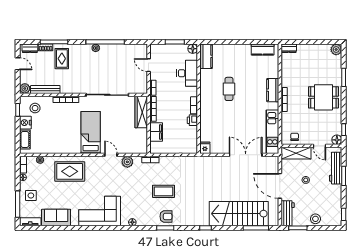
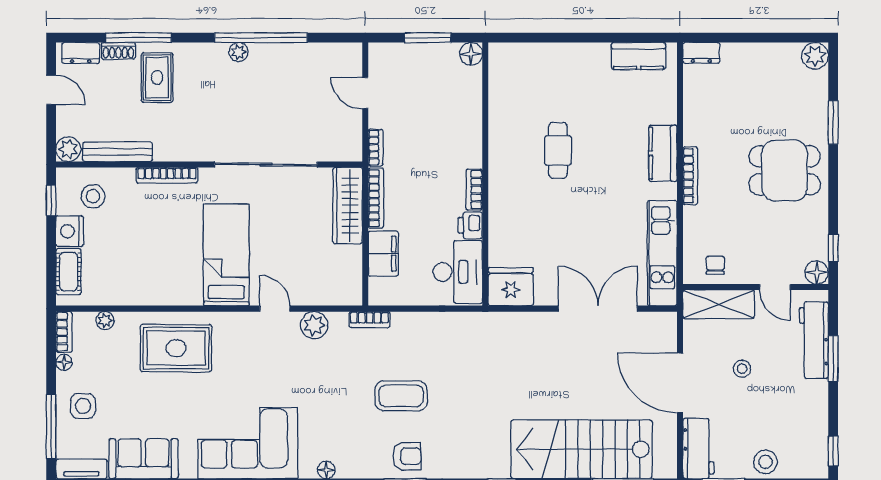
kitchen counter: (206, 56) -> (503, 72), removed
desk: (187, 73) -> (458, 272), moved
fridge: (205, 148) -> (511, 287), width x1.88, depth x1.34

